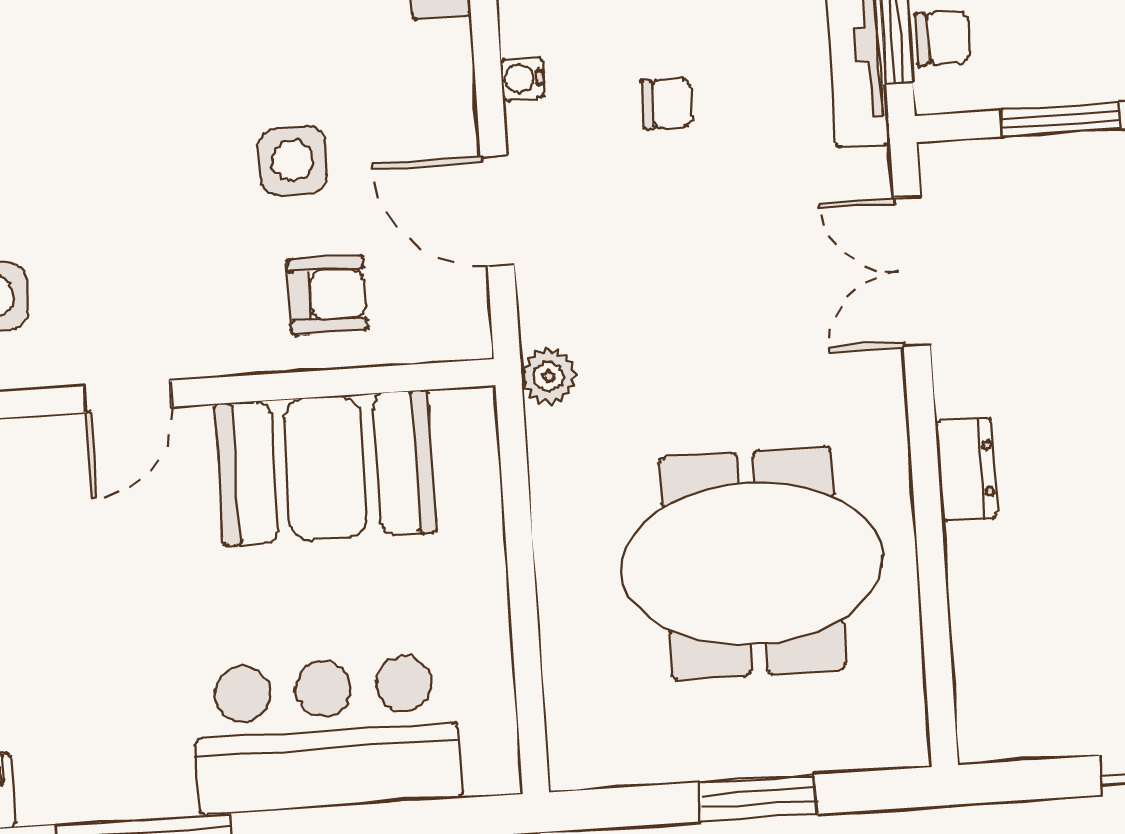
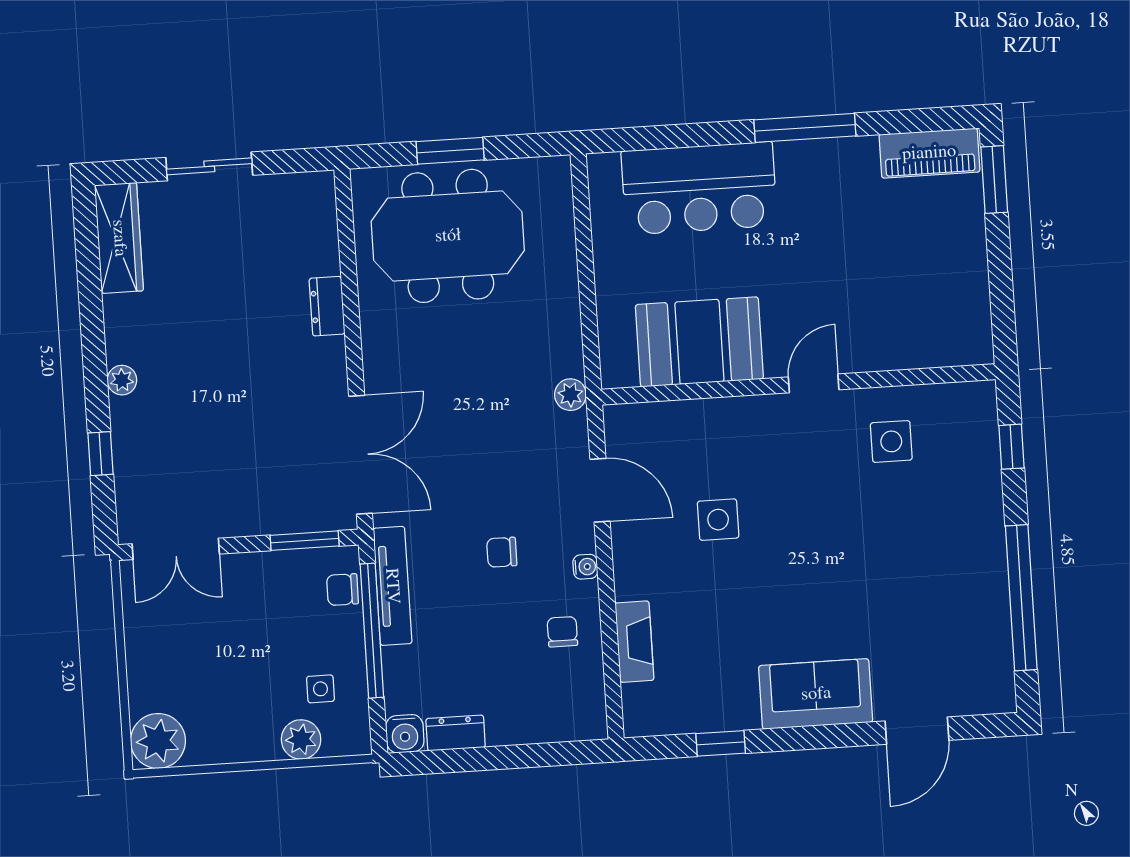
window: (1061, 119) -> (305, 541), moved
double door: (912, 272) -> (360, 455), width x1.37
armchair: (327, 295) -> (698, 442), removed
dresser: (966, 470) -> (327, 306), moved
meeting table: (752, 563) -> (448, 236), moved

